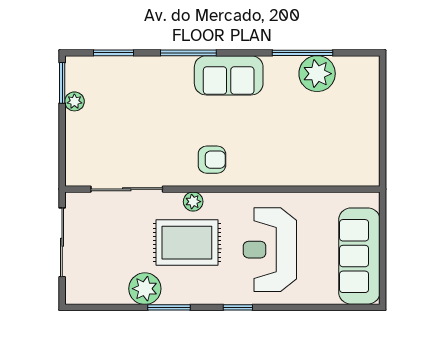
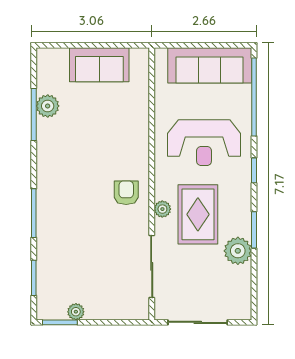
plant: (317, 74) -> (48, 106), width x0.73, depth x0.73
sofa: (229, 75) -> (99, 65), moved, turned 90
window: (323, 307) -> (254, 97), added

